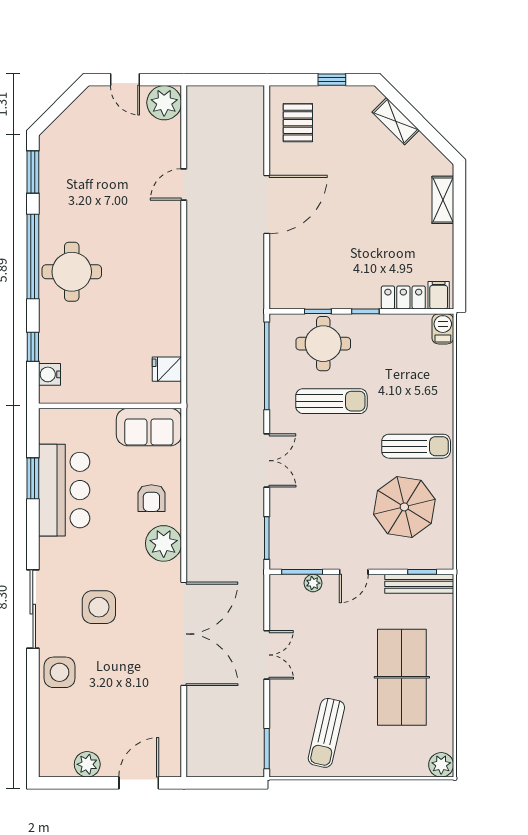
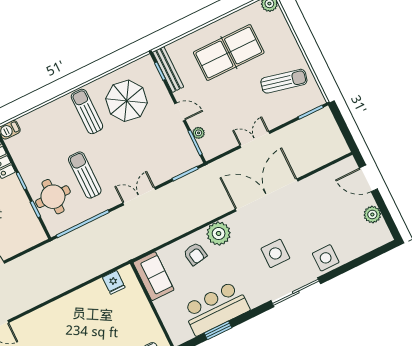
armchair: (151, 498) -> (195, 254), turned 80

